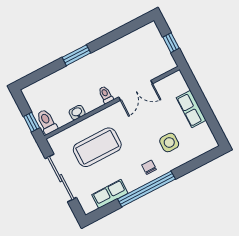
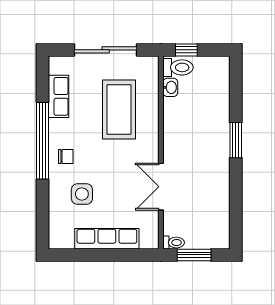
window: (171, 43) -> (194, 255), width x1.50
toilet: (106, 95) -> (174, 243), moved
row of seats: (191, 109) -> (107, 239), width x1.48
washbasin: (77, 113) -> (170, 87), moved

